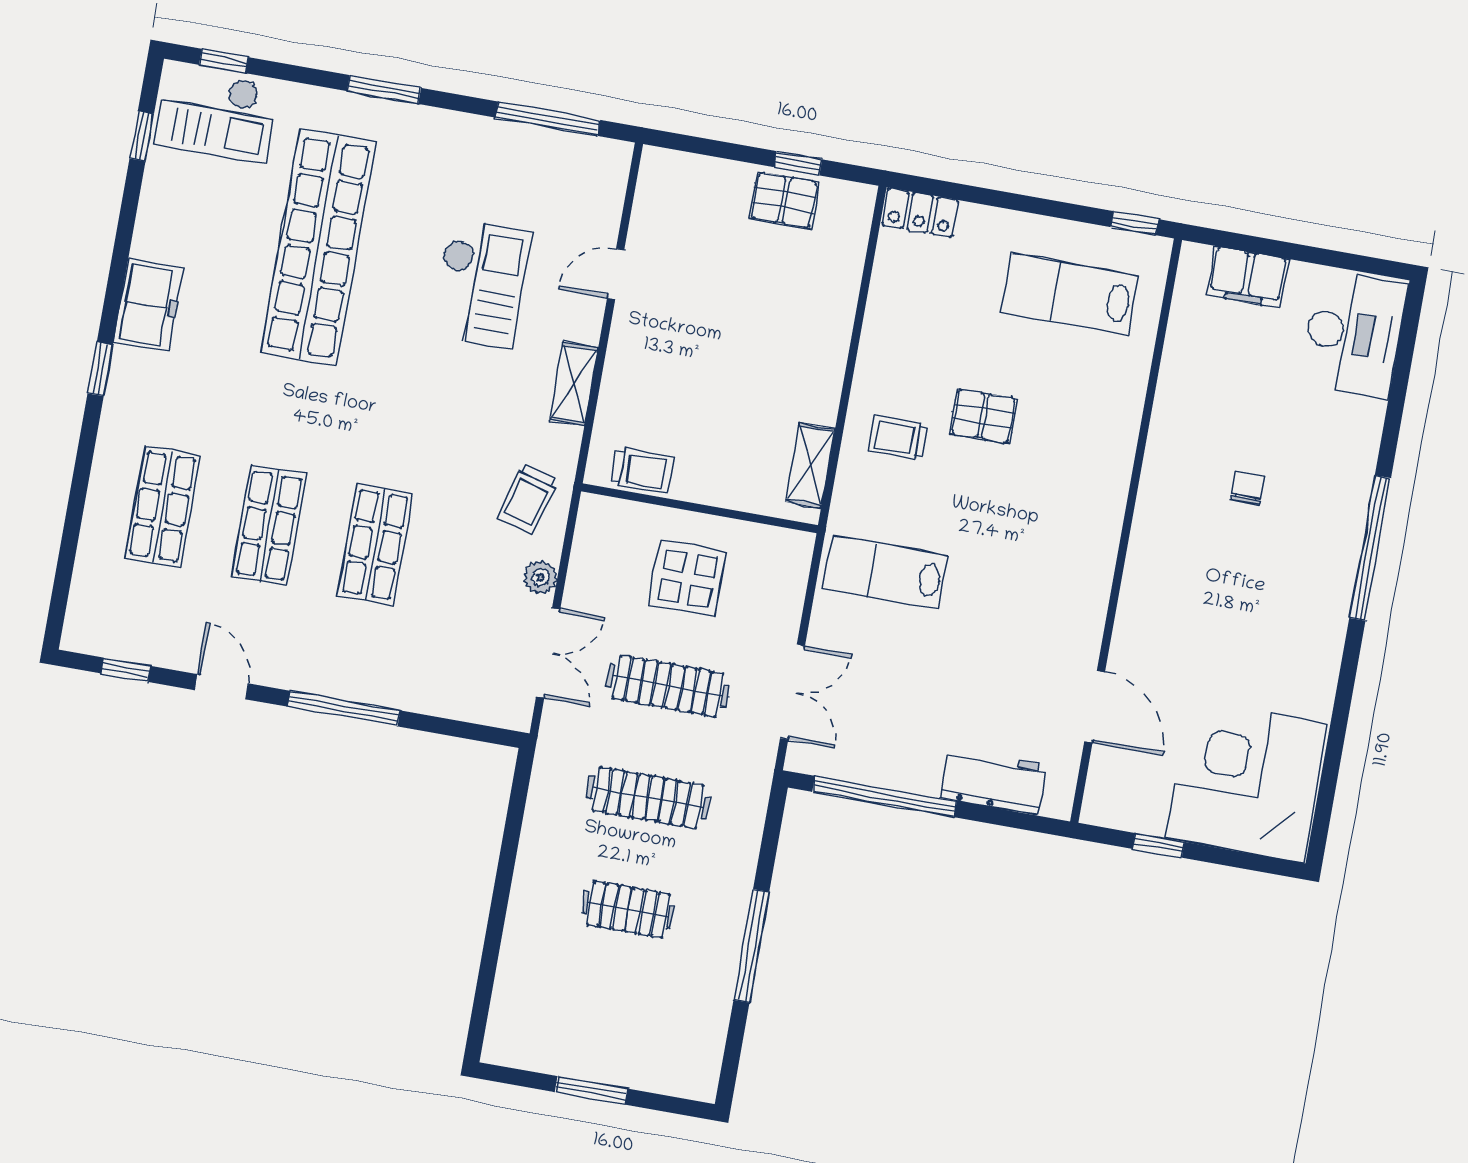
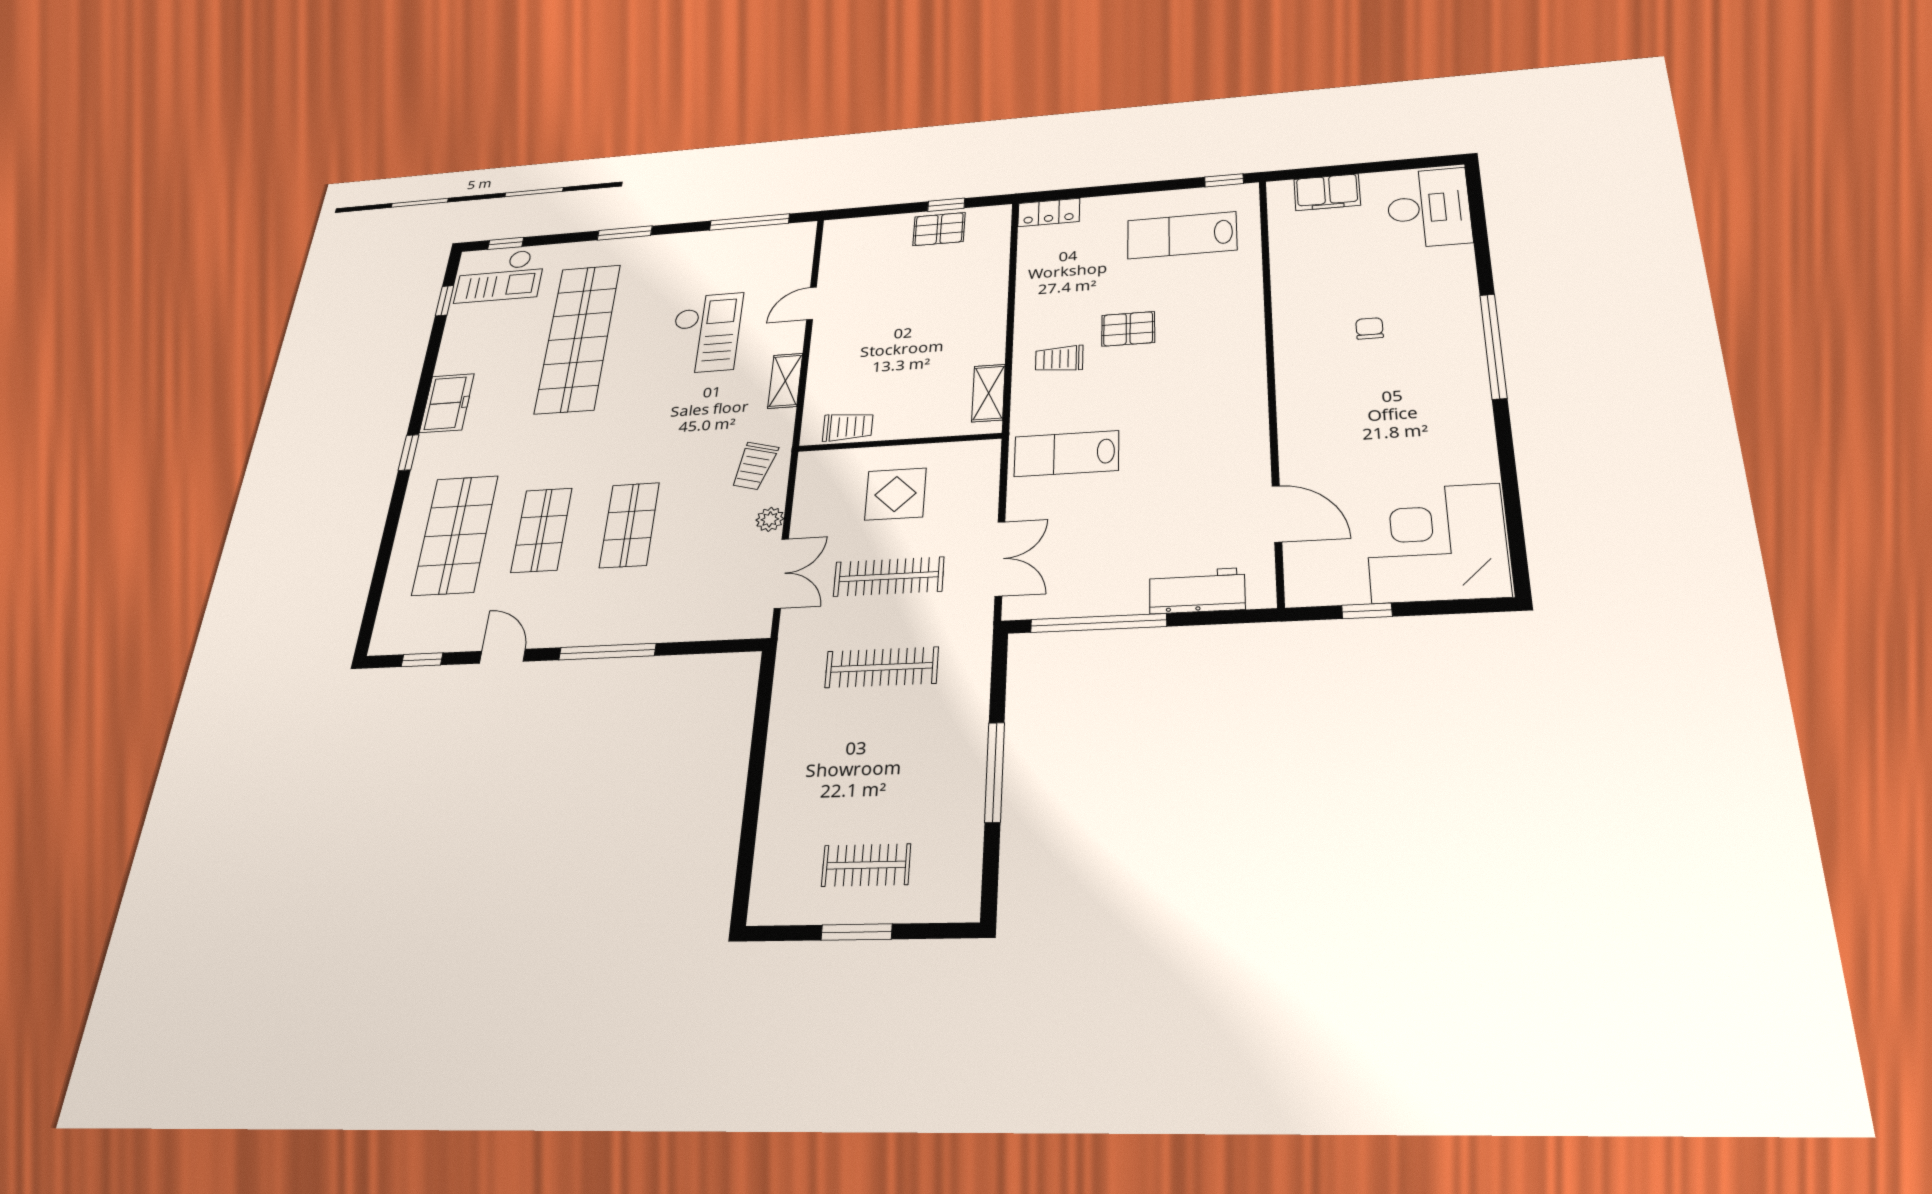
shop shelf: (163, 507) -> (455, 535), width x1.43, depth x1.36
clothes rail: (628, 909) -> (866, 865), moved

